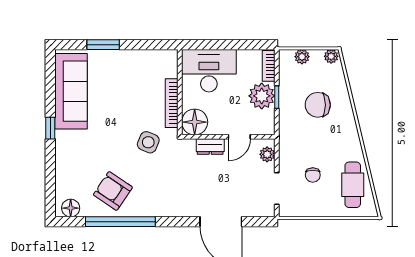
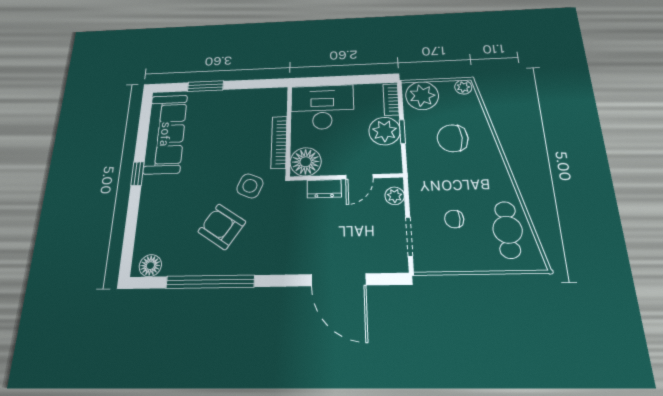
plant: (302, 57) -> (422, 96), width x1.88, depth x1.88
chair: (313, 175) -> (454, 219), turned 90
armchair: (113, 191) -> (222, 227), moved

